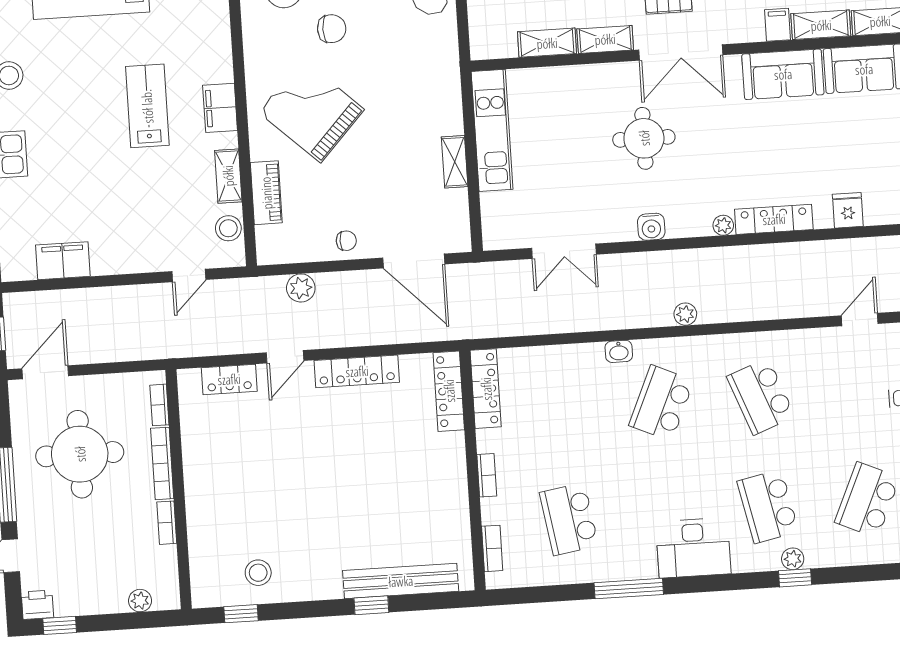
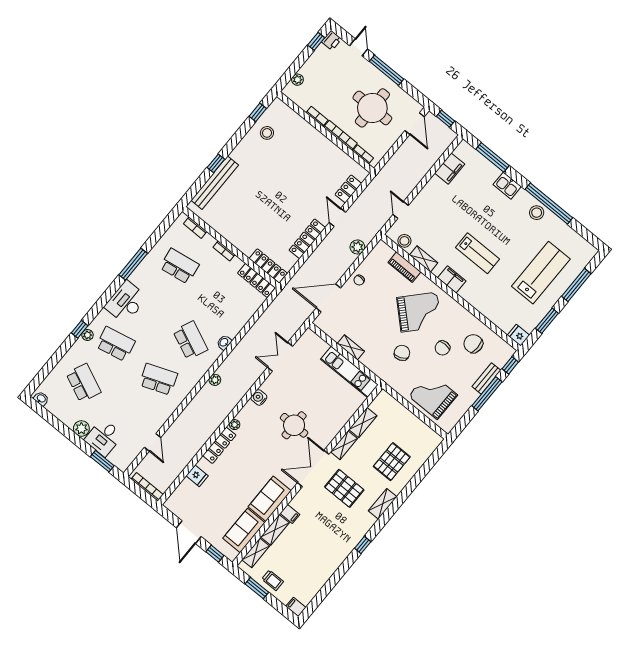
chair: (393, 80) -> (402, 353), added

